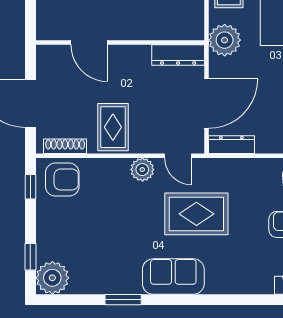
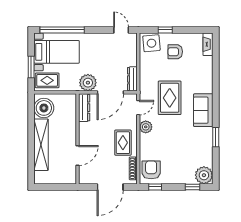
plant: (225, 40) -> (88, 83), moved
door: (206, 104) -> (110, 92), swing flipped
rug: (113, 127) -> (123, 143), turned 90

